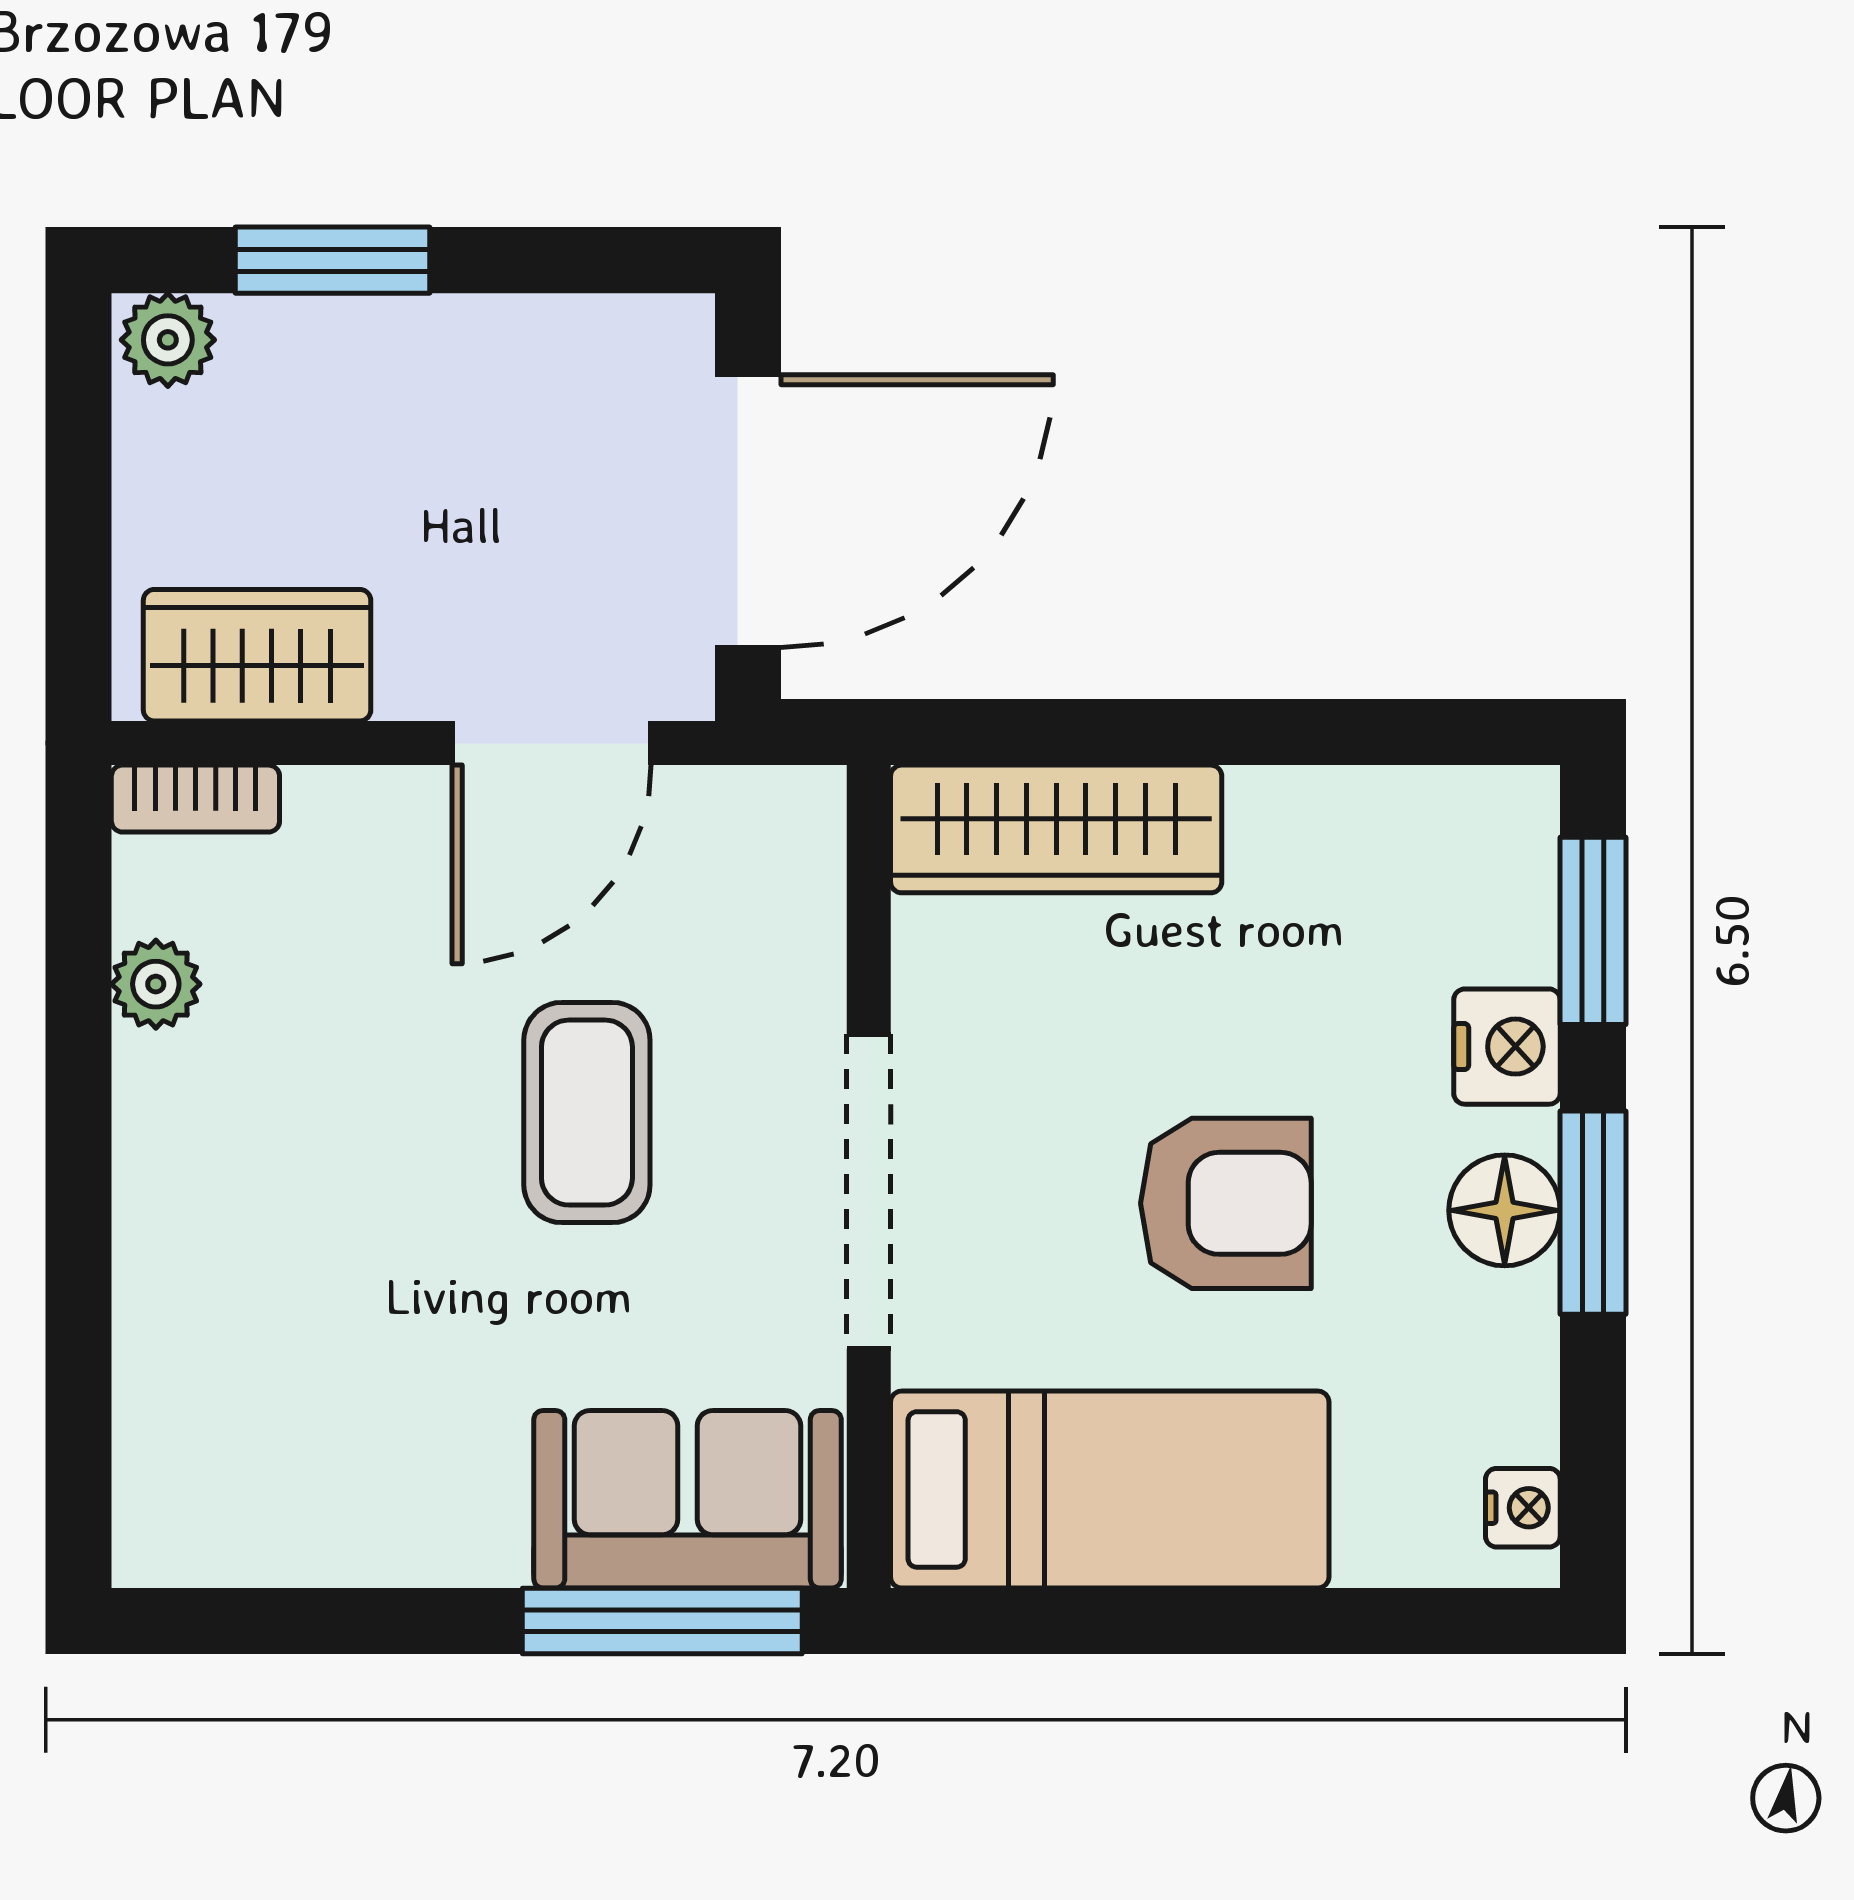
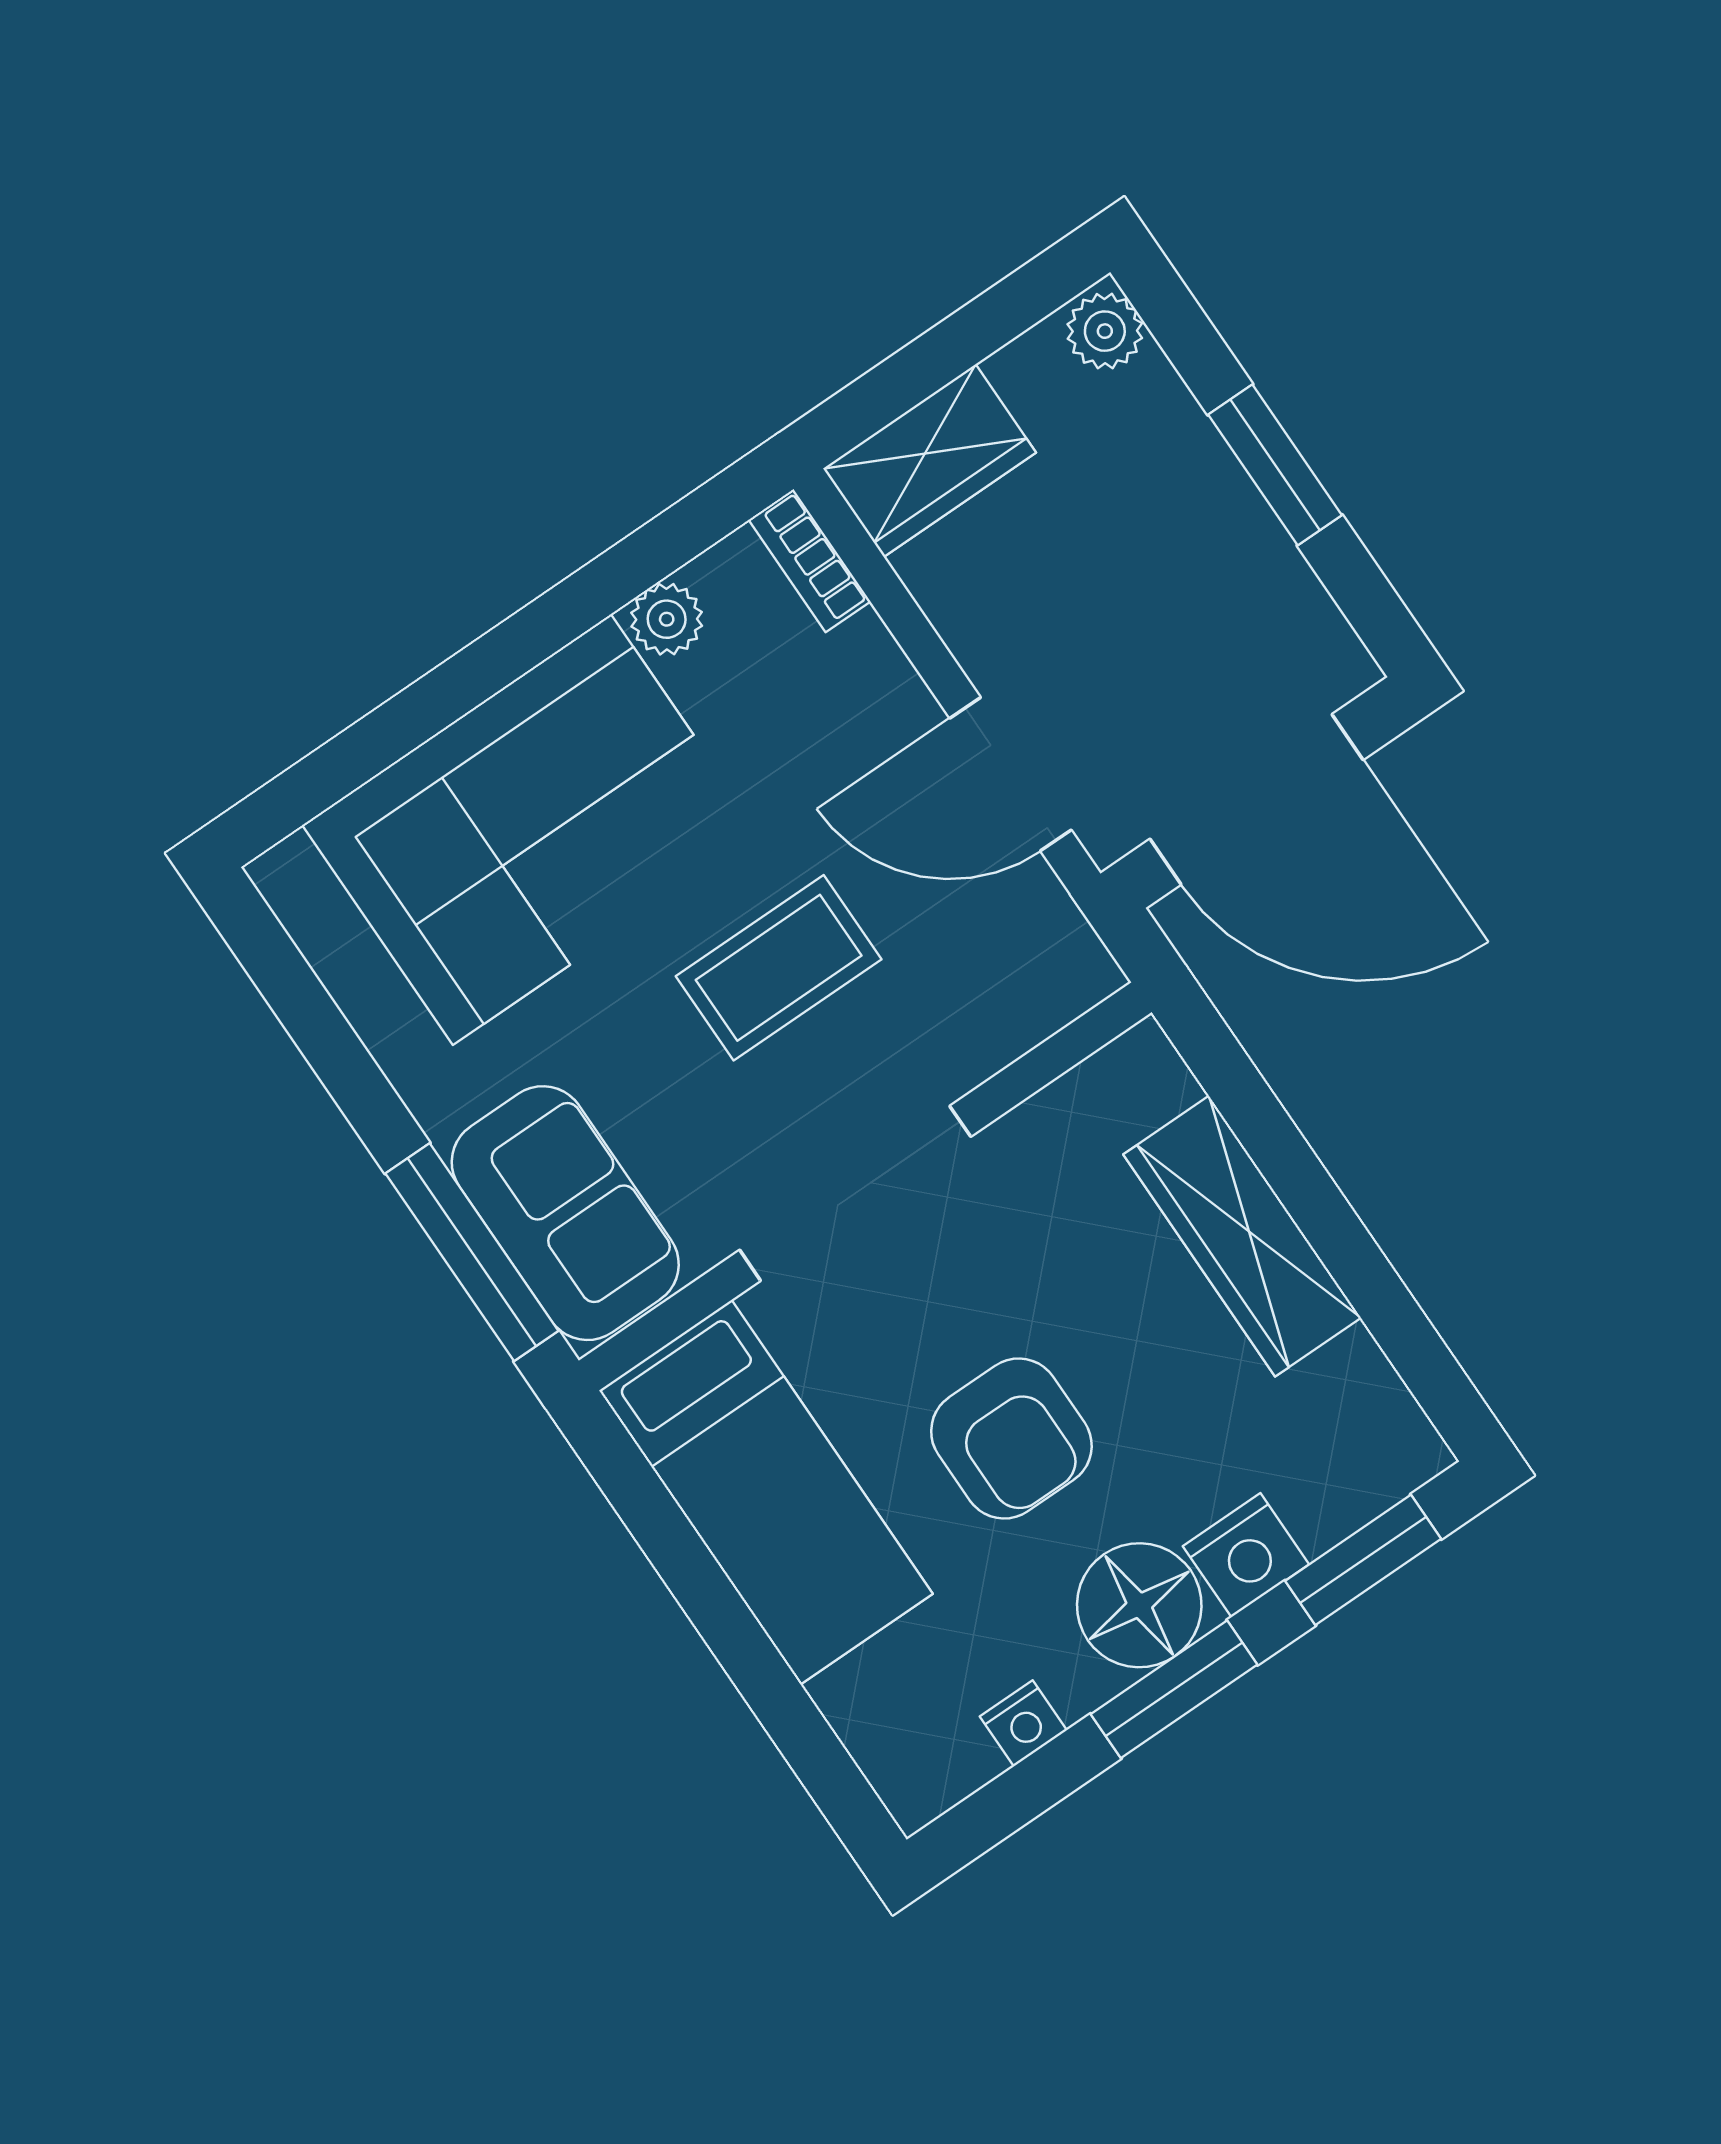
window: (333, 260) -> (1275, 465), moved
wardrobe: (257, 655) -> (930, 461), moved, turned 90
wardrobe: (1056, 829) -> (1242, 1236), moved
floor lamp: (1505, 1210) -> (1139, 1605), width x1.38, depth x1.38
corner sofa: (275, 1267) -> (532, 830), added
nightstand: (1523, 1508) -> (1023, 1723), moved

